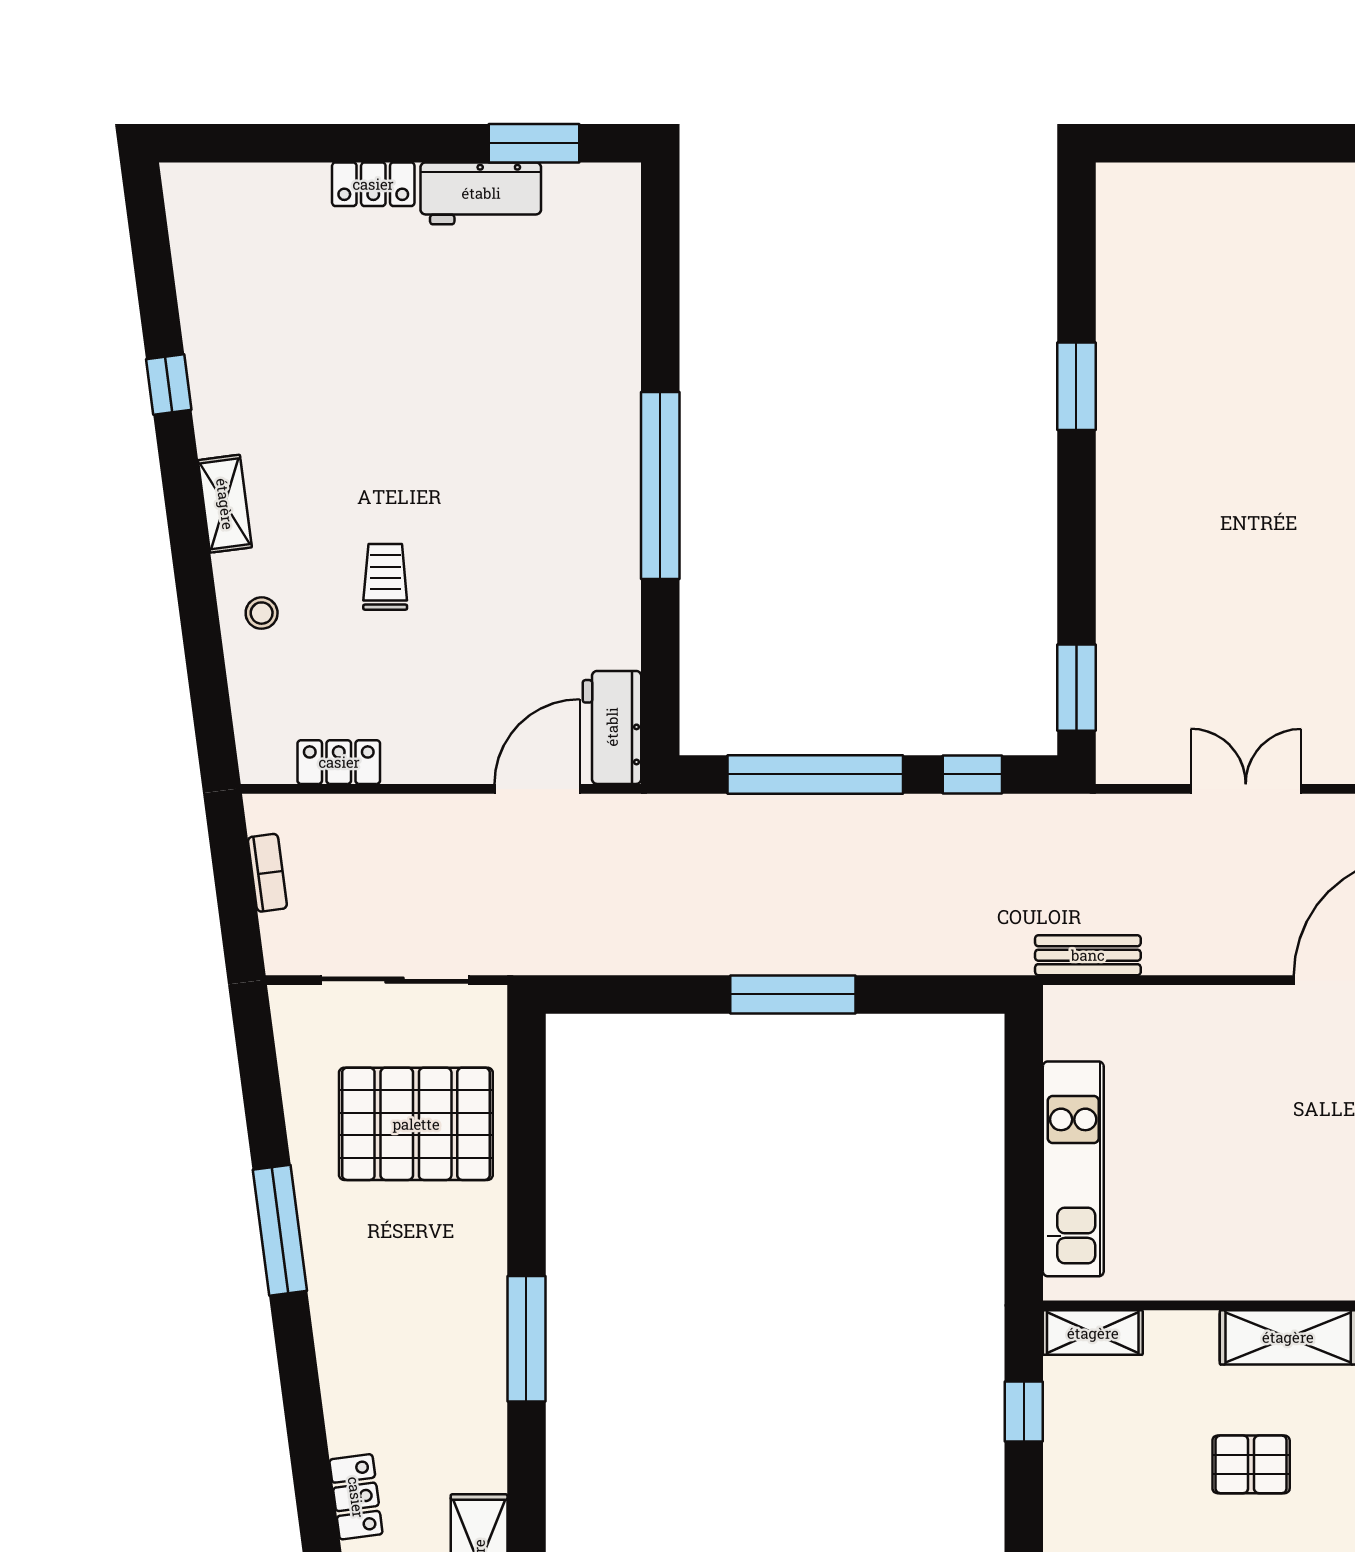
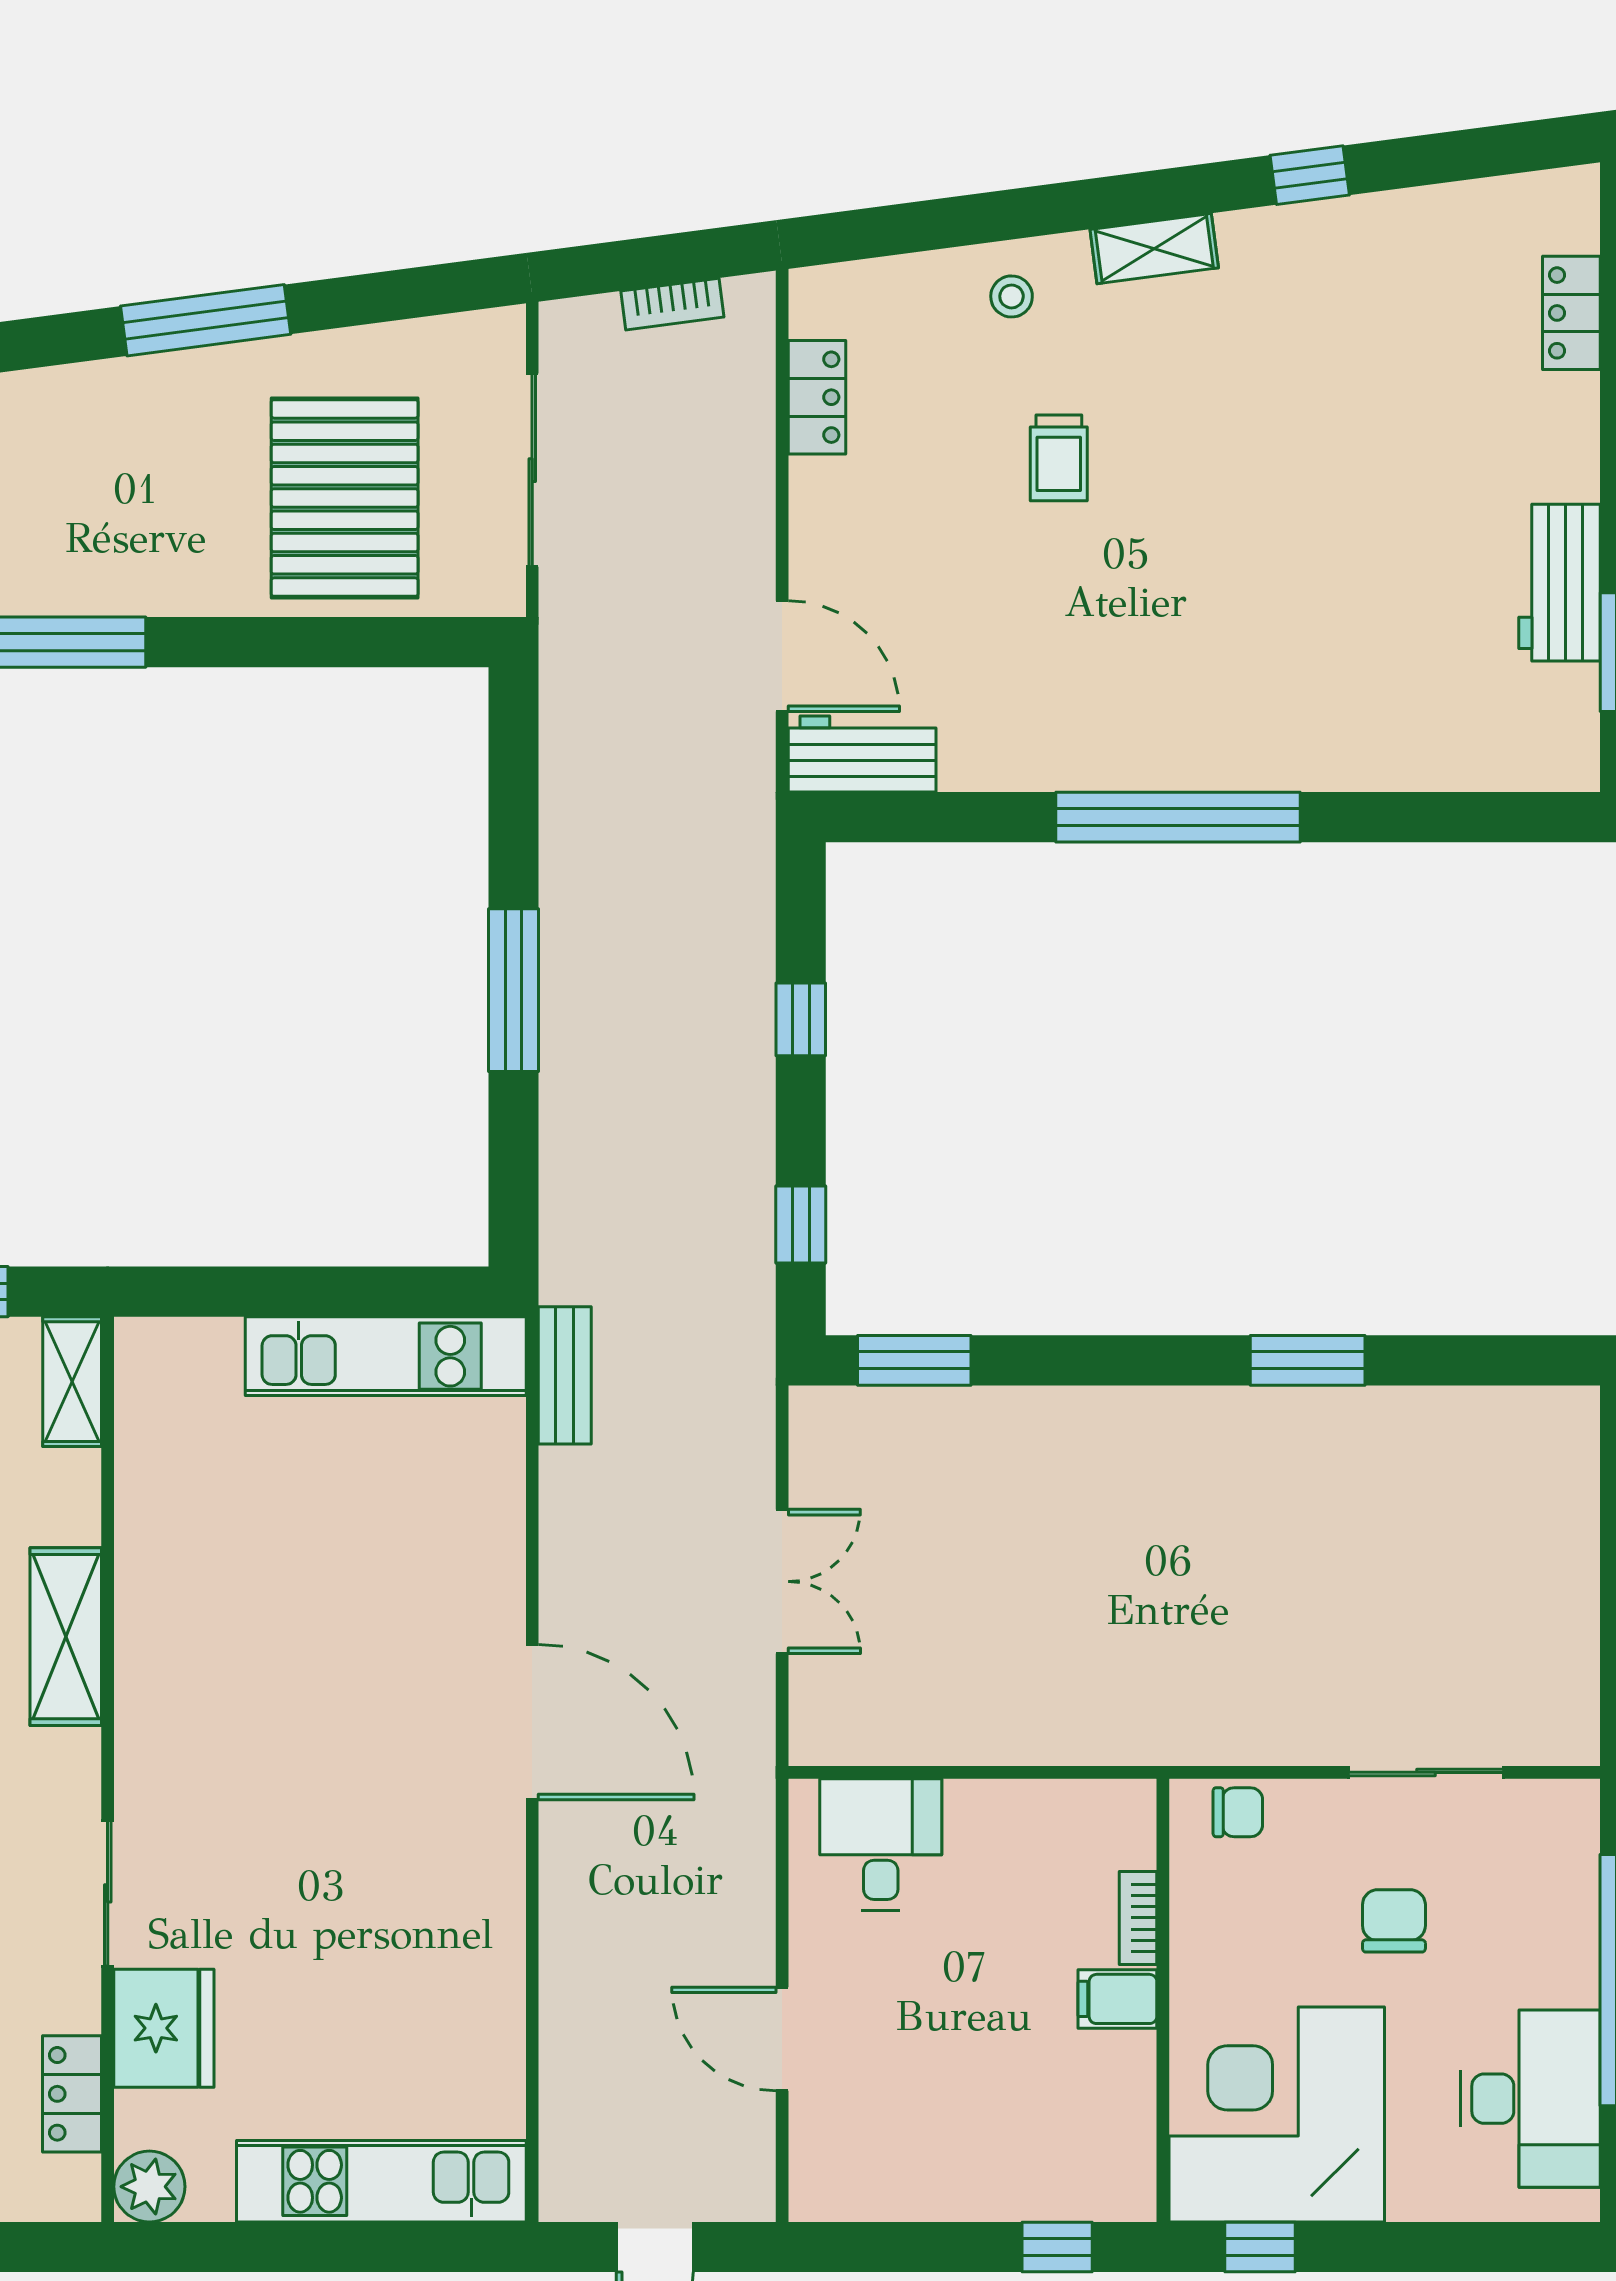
locker: (373, 184) -> (1571, 313), moved
trolley: (385, 577) -> (1059, 458), turned 90
window: (815, 774) -> (801, 1019), width x0.32
kitchen unit: (1073, 1169) -> (386, 1356), moved

